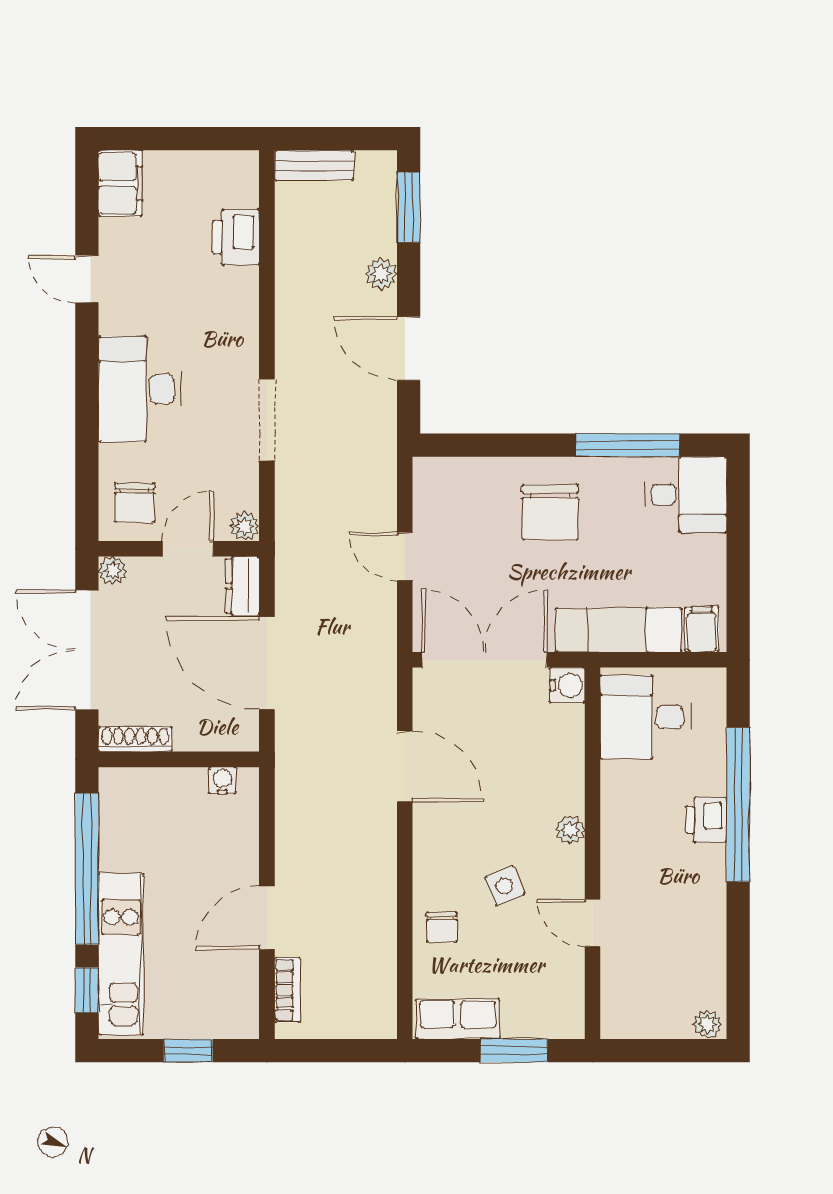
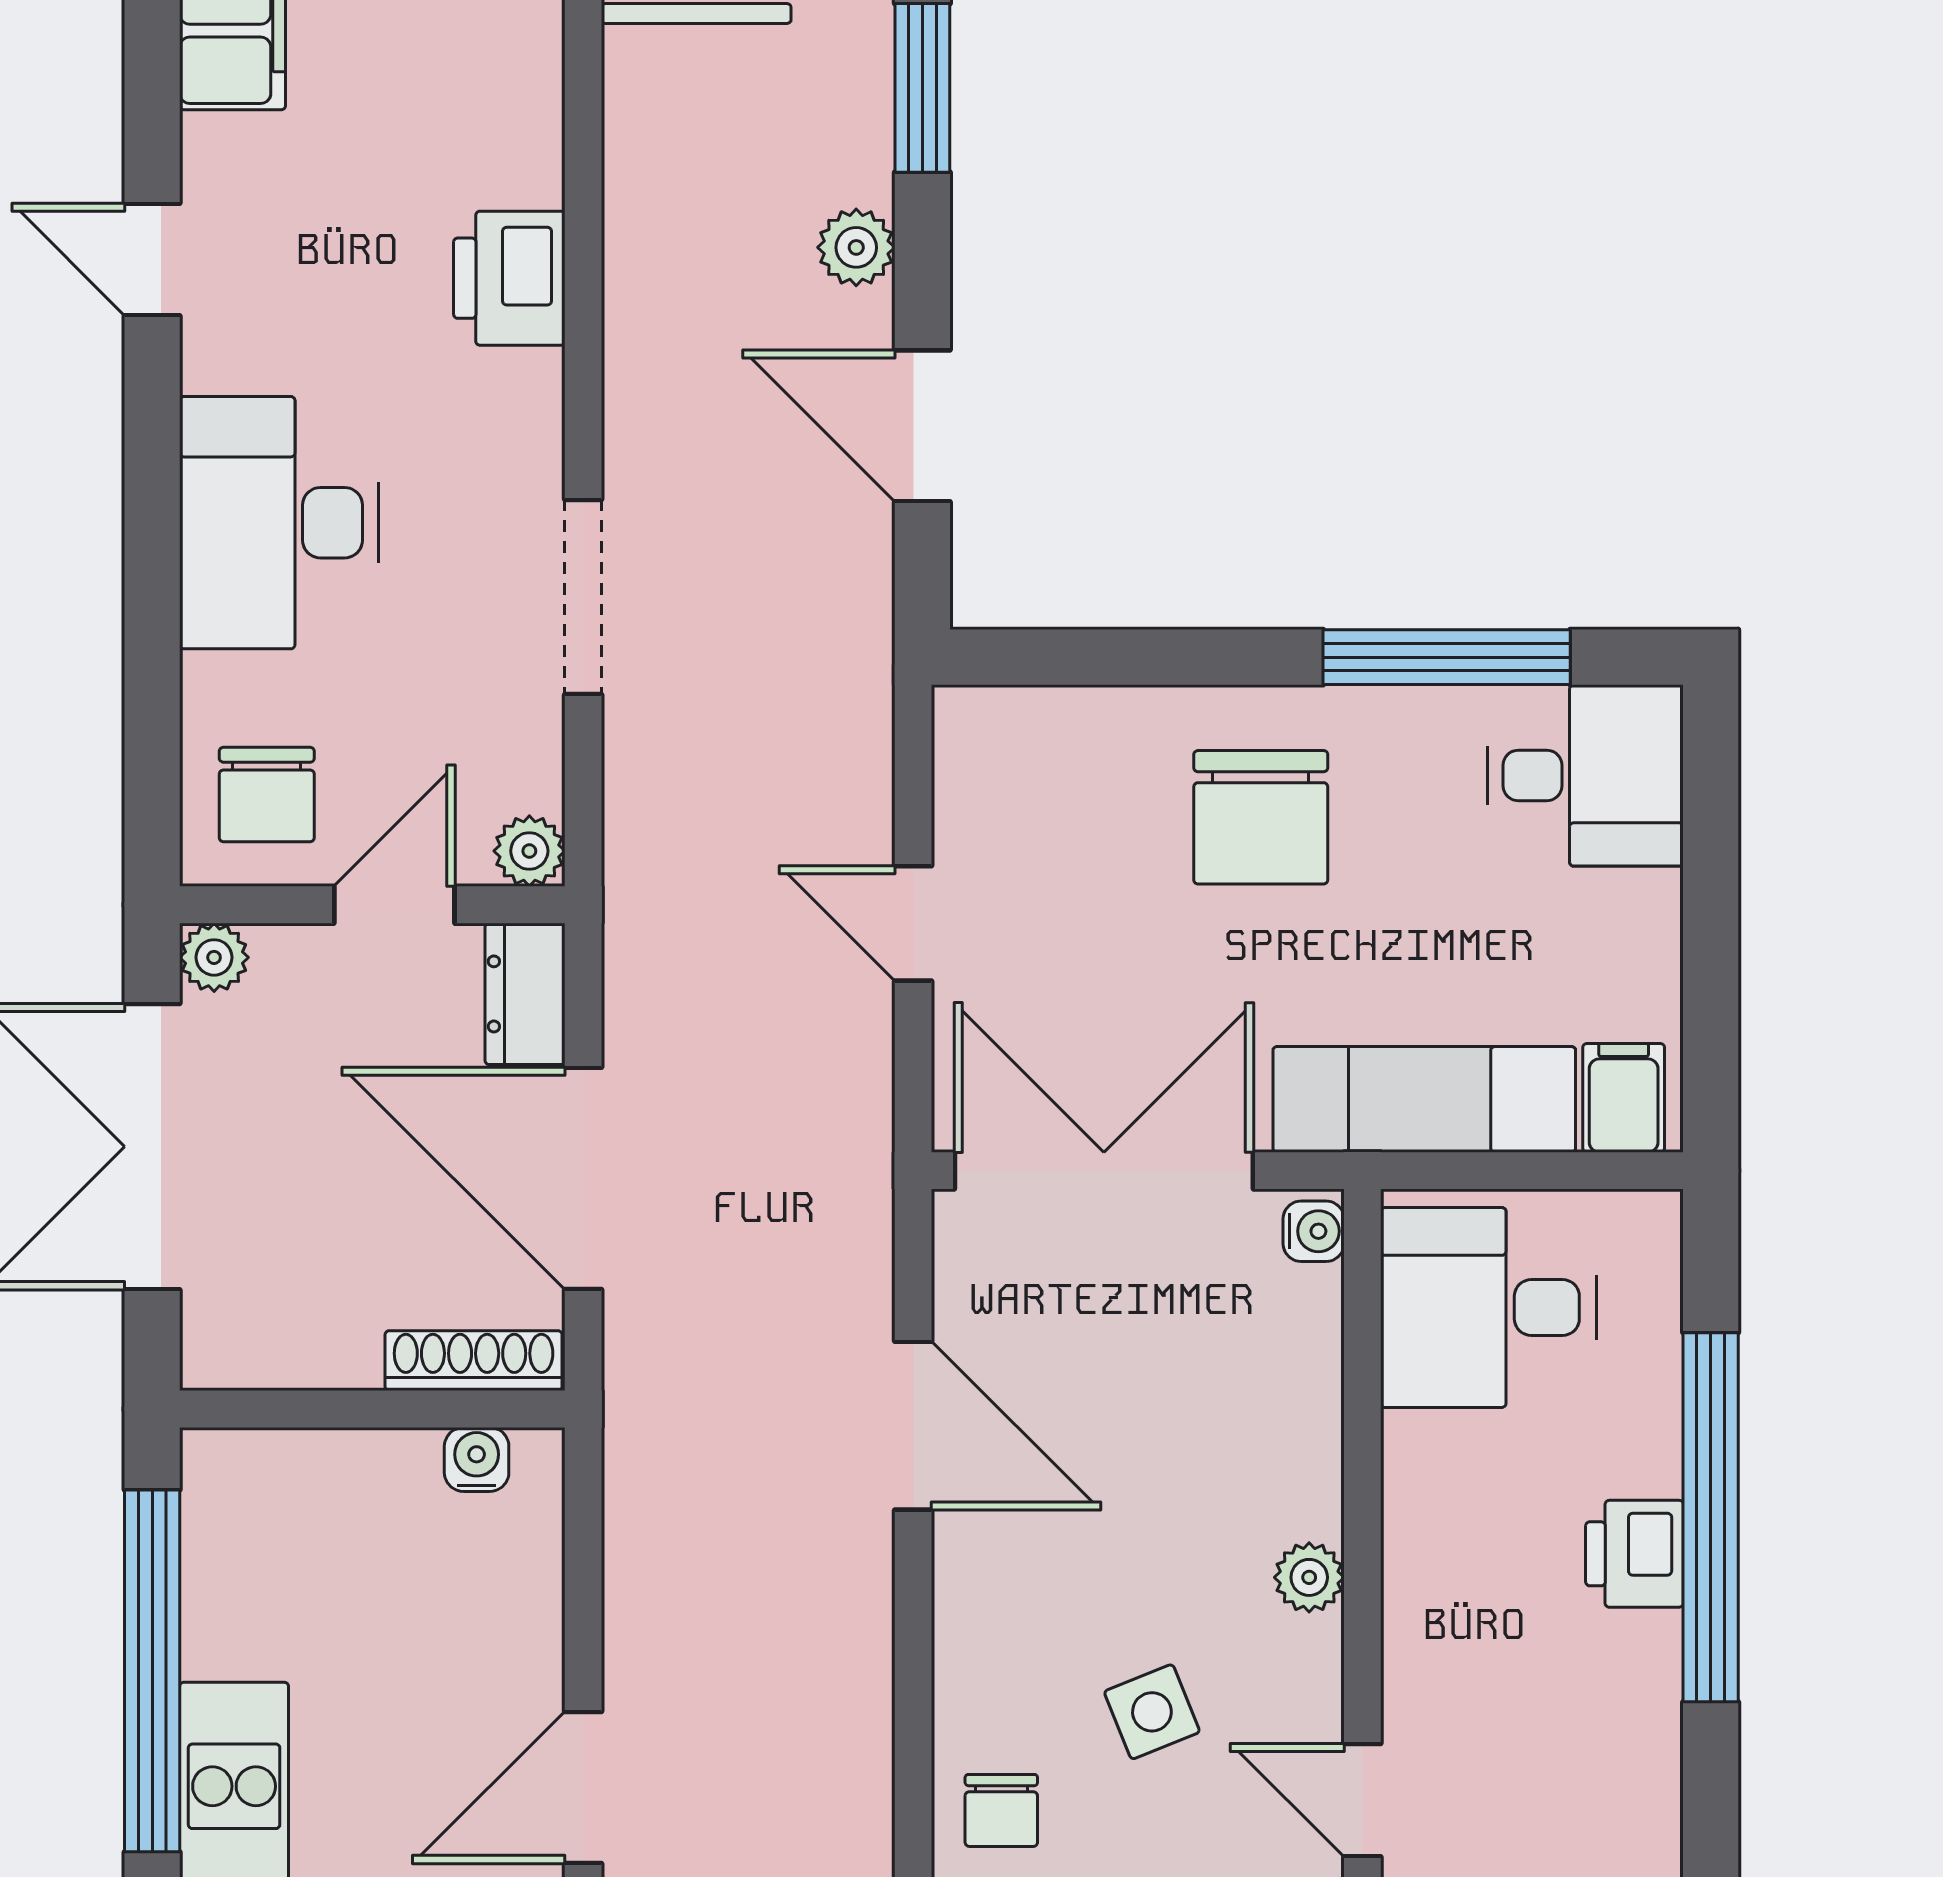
printer: (236, 237) -> (509, 278), moved
water cooler: (567, 685) -> (1314, 1231), width x0.72, depth x0.72
shoe rack: (135, 739) -> (474, 1361), moved

